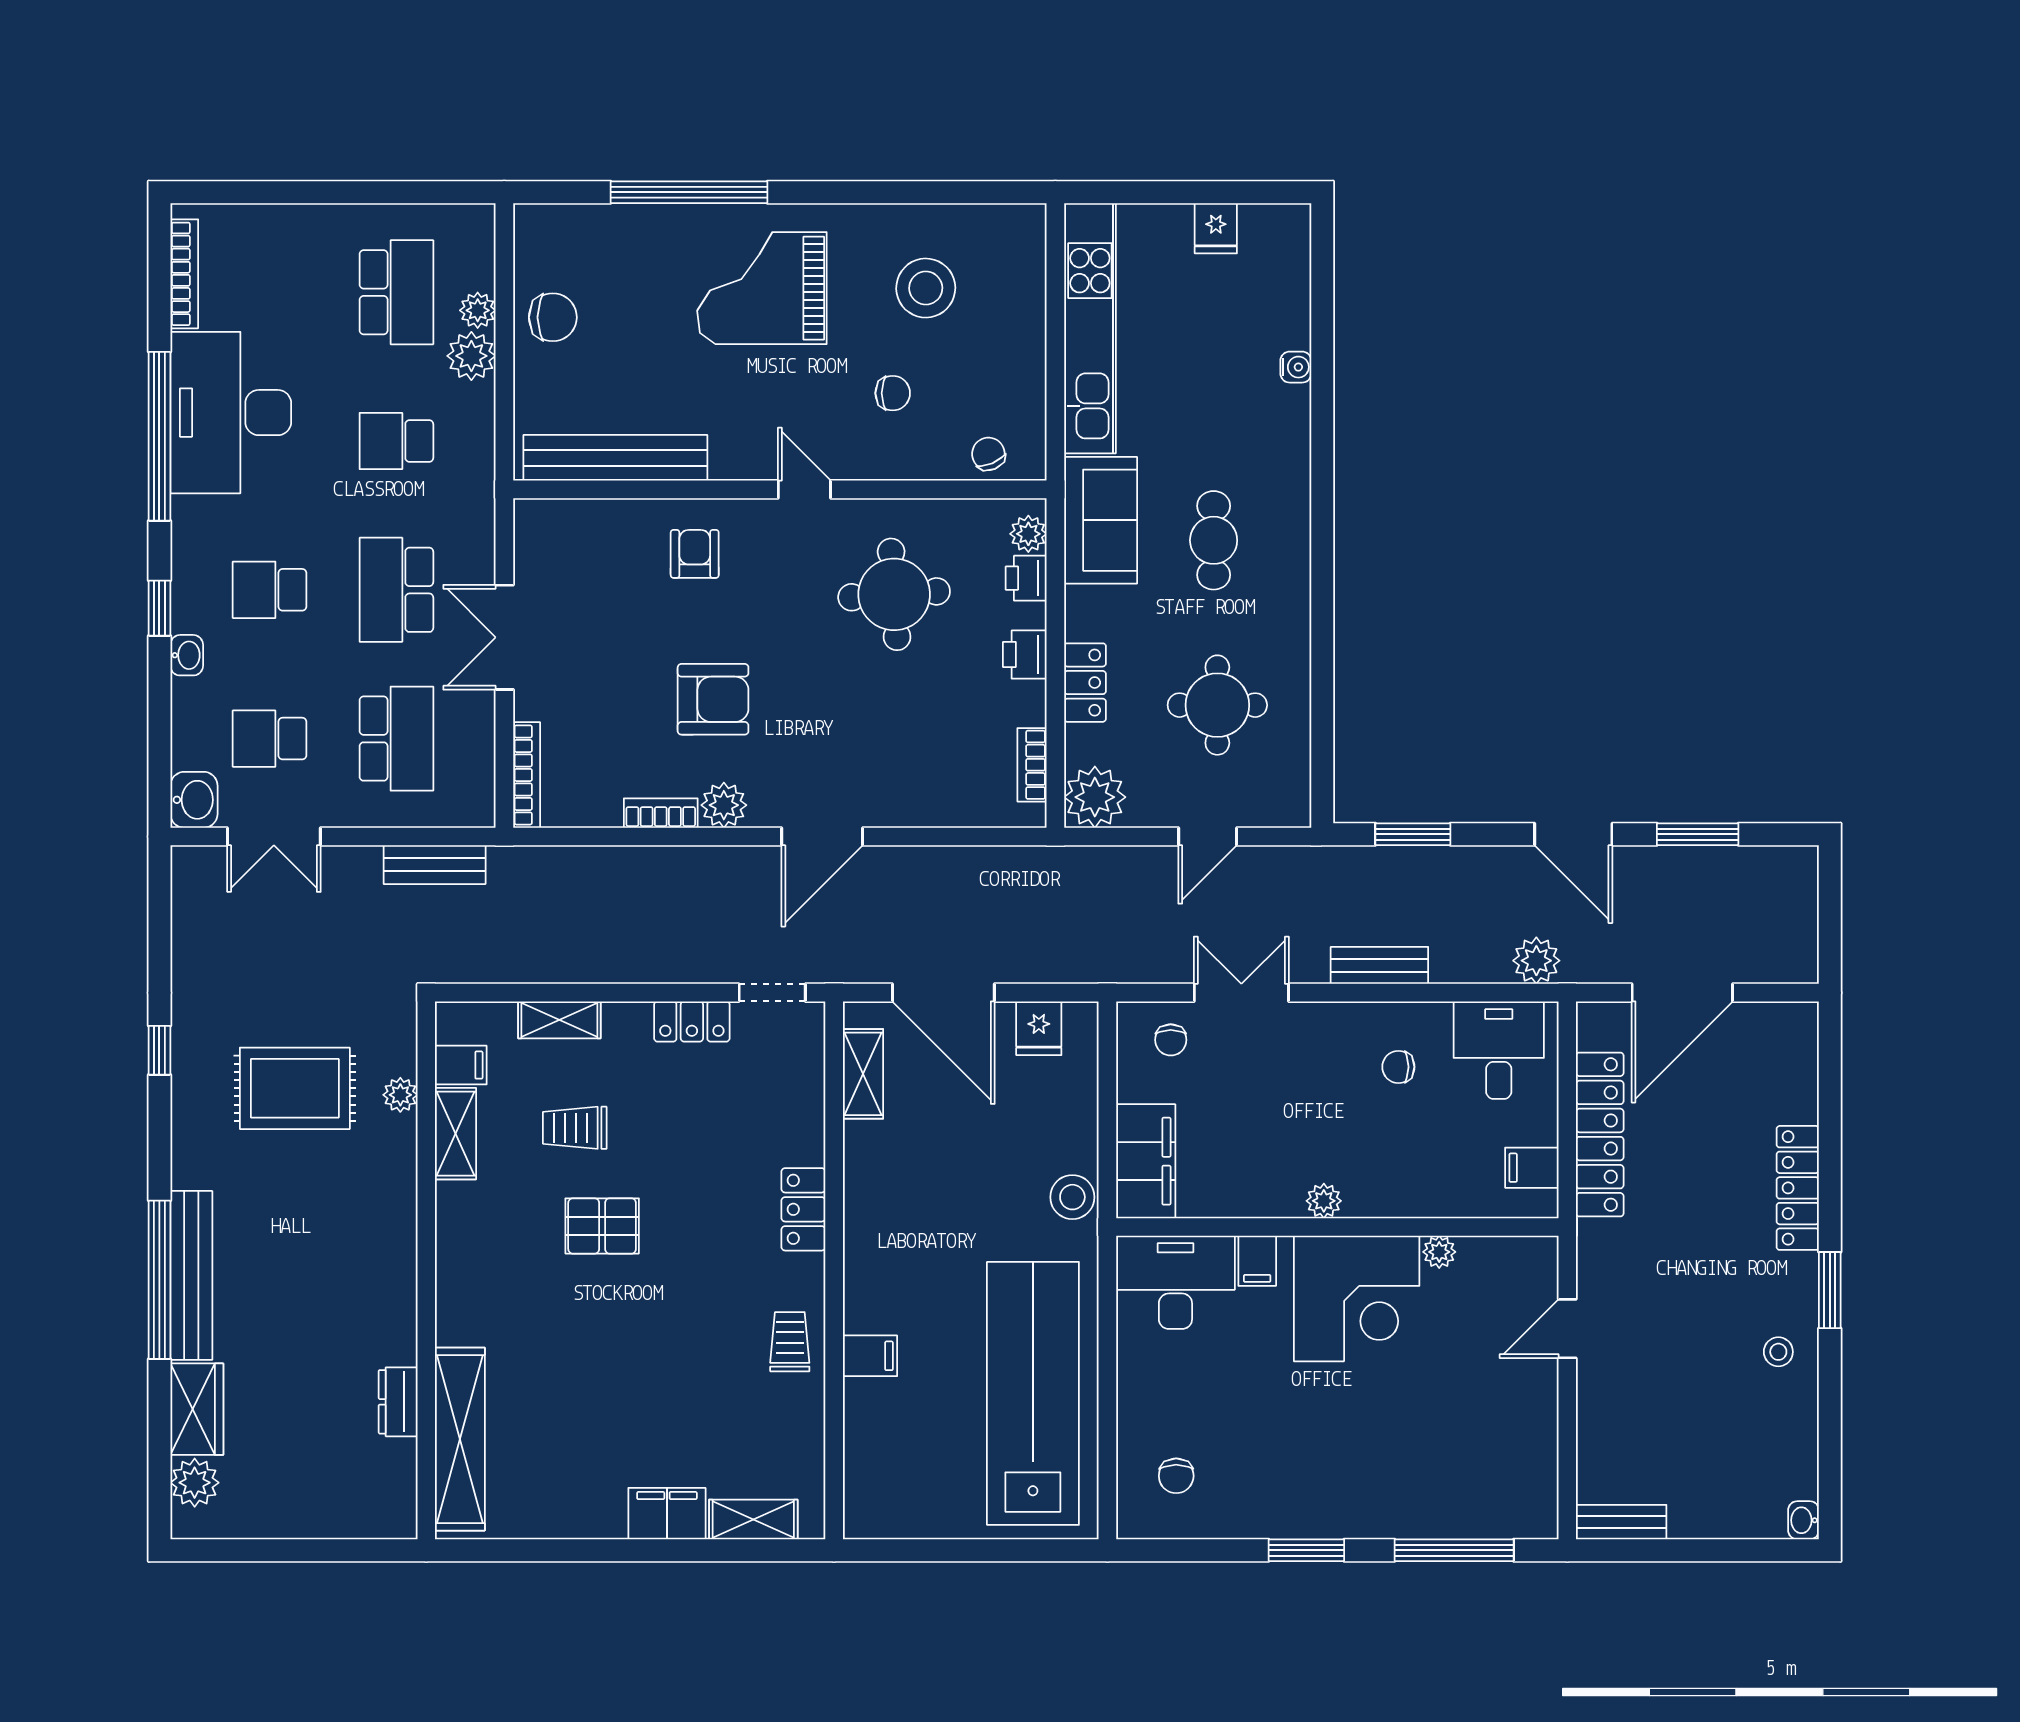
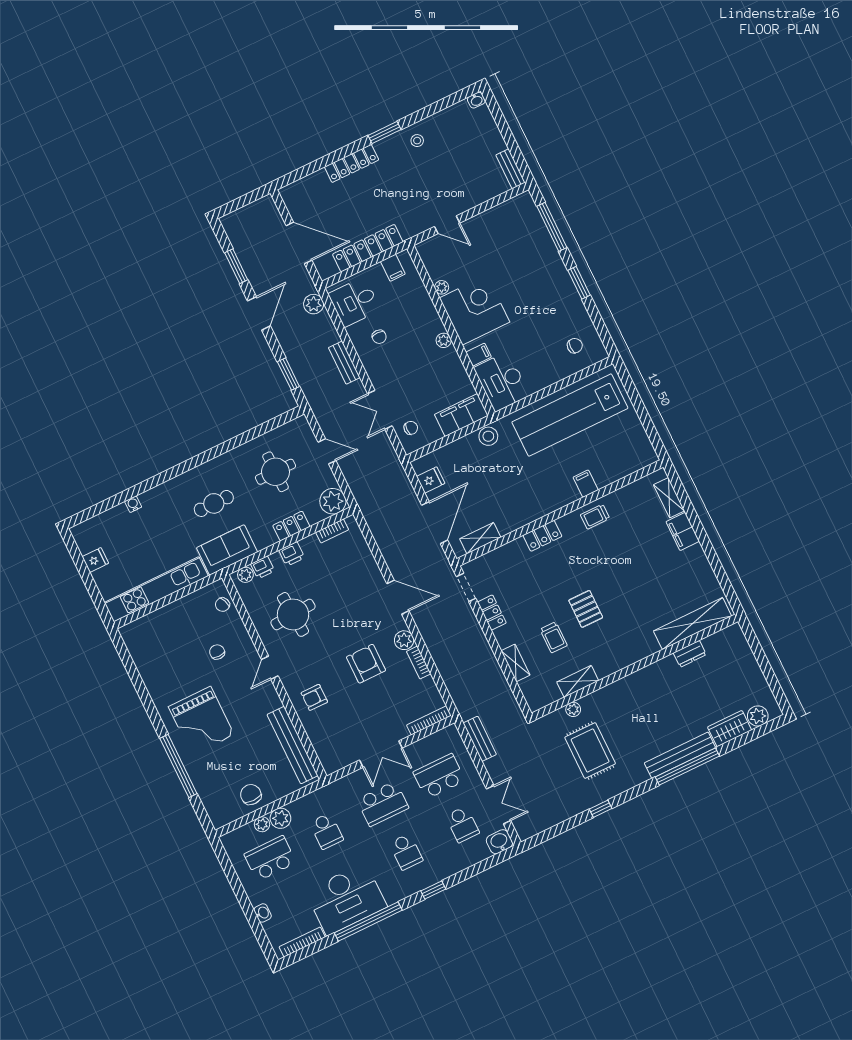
stool: (926, 288) -> (171, 659), removed
washbasin: (187, 655) -> (263, 913), moved, turned 90
filing cabinet: (461, 1065) -> (551, 692), removed

